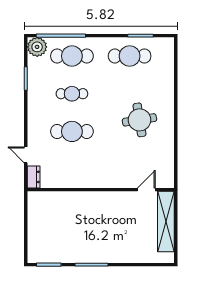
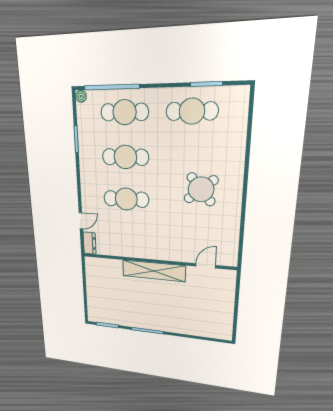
plant: (37, 47) -> (81, 96), width x0.53, depth x0.53
cafe table: (72, 94) -> (125, 157), width x1.37, depth x1.35
round table: (139, 120) -> (201, 189), turned -30
door: (26, 155) -> (81, 221), swing flipped
shelving: (166, 221) -> (154, 271), moved, turned 90

